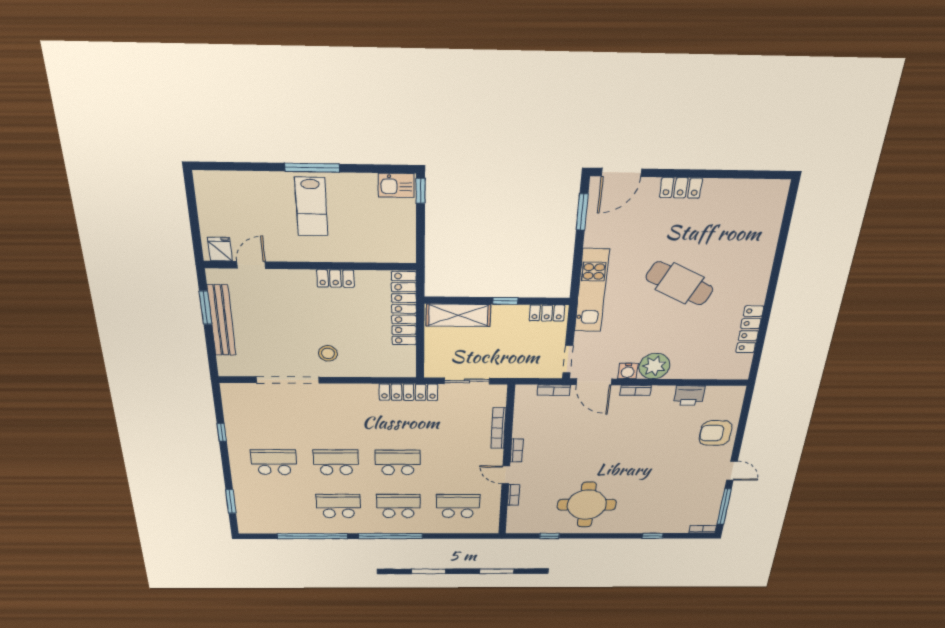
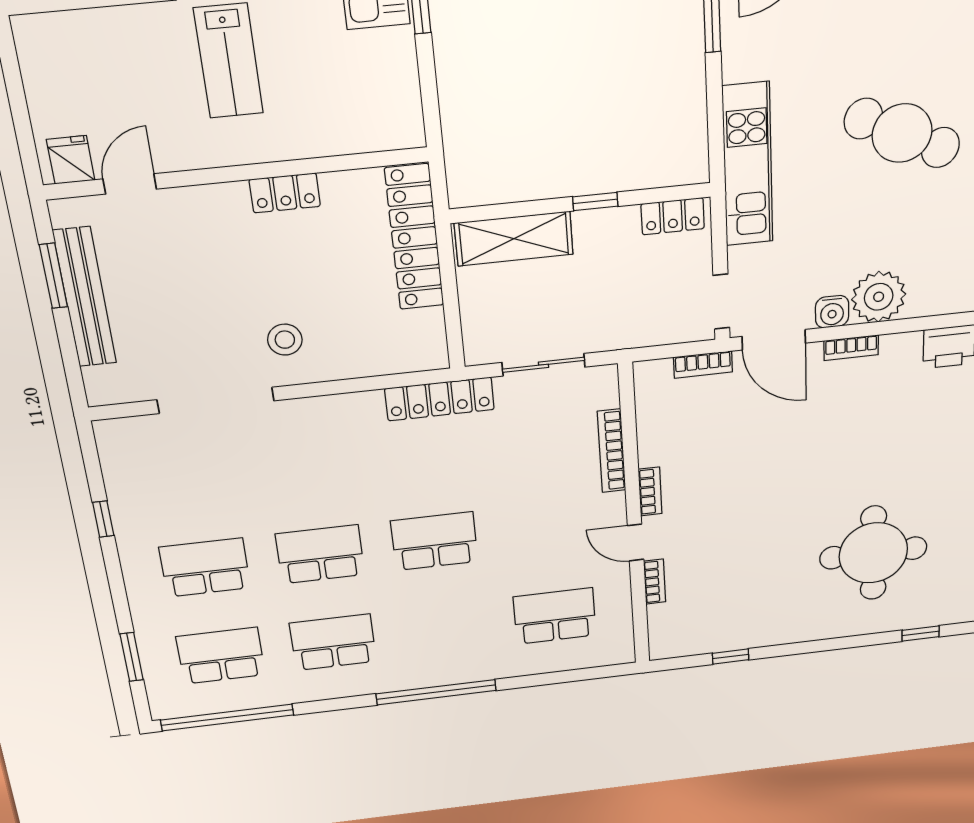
round table: (587, 505) -> (873, 553), moved
school desk: (398, 506) -> (221, 656), moved
window: (313, 536) -> (227, 717), moved

